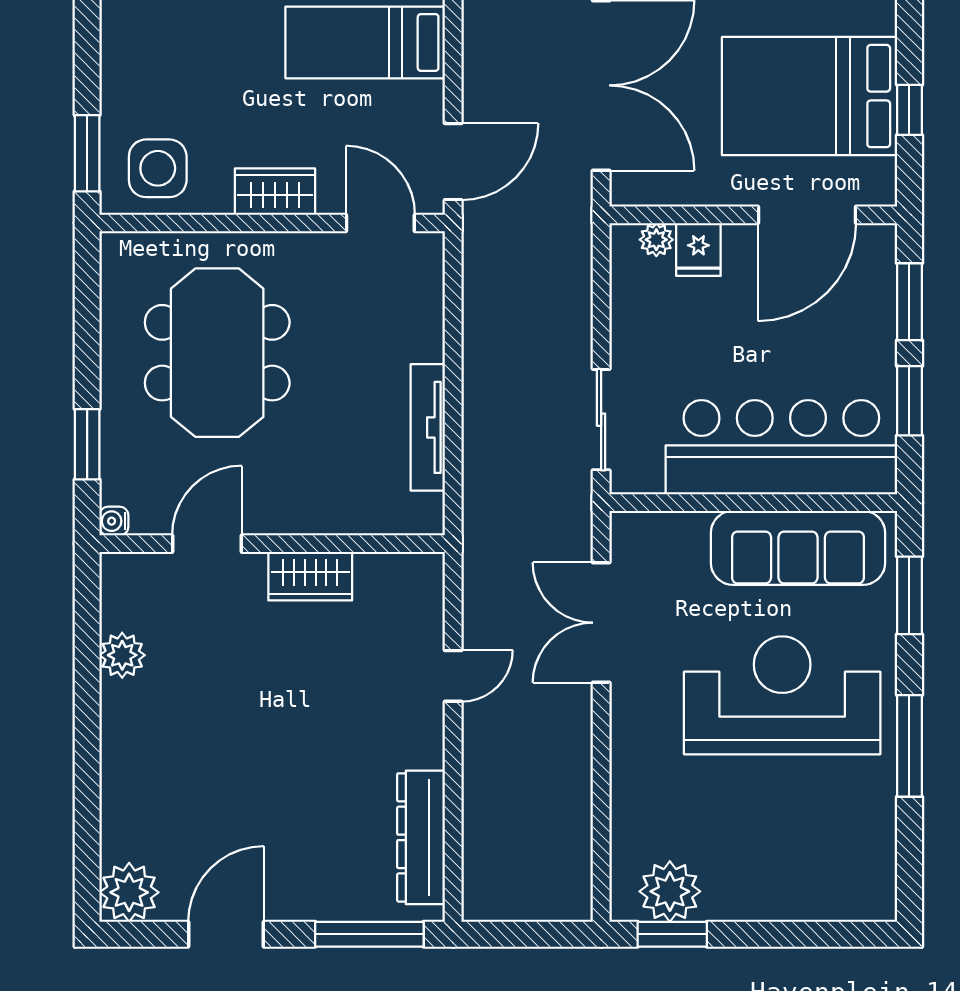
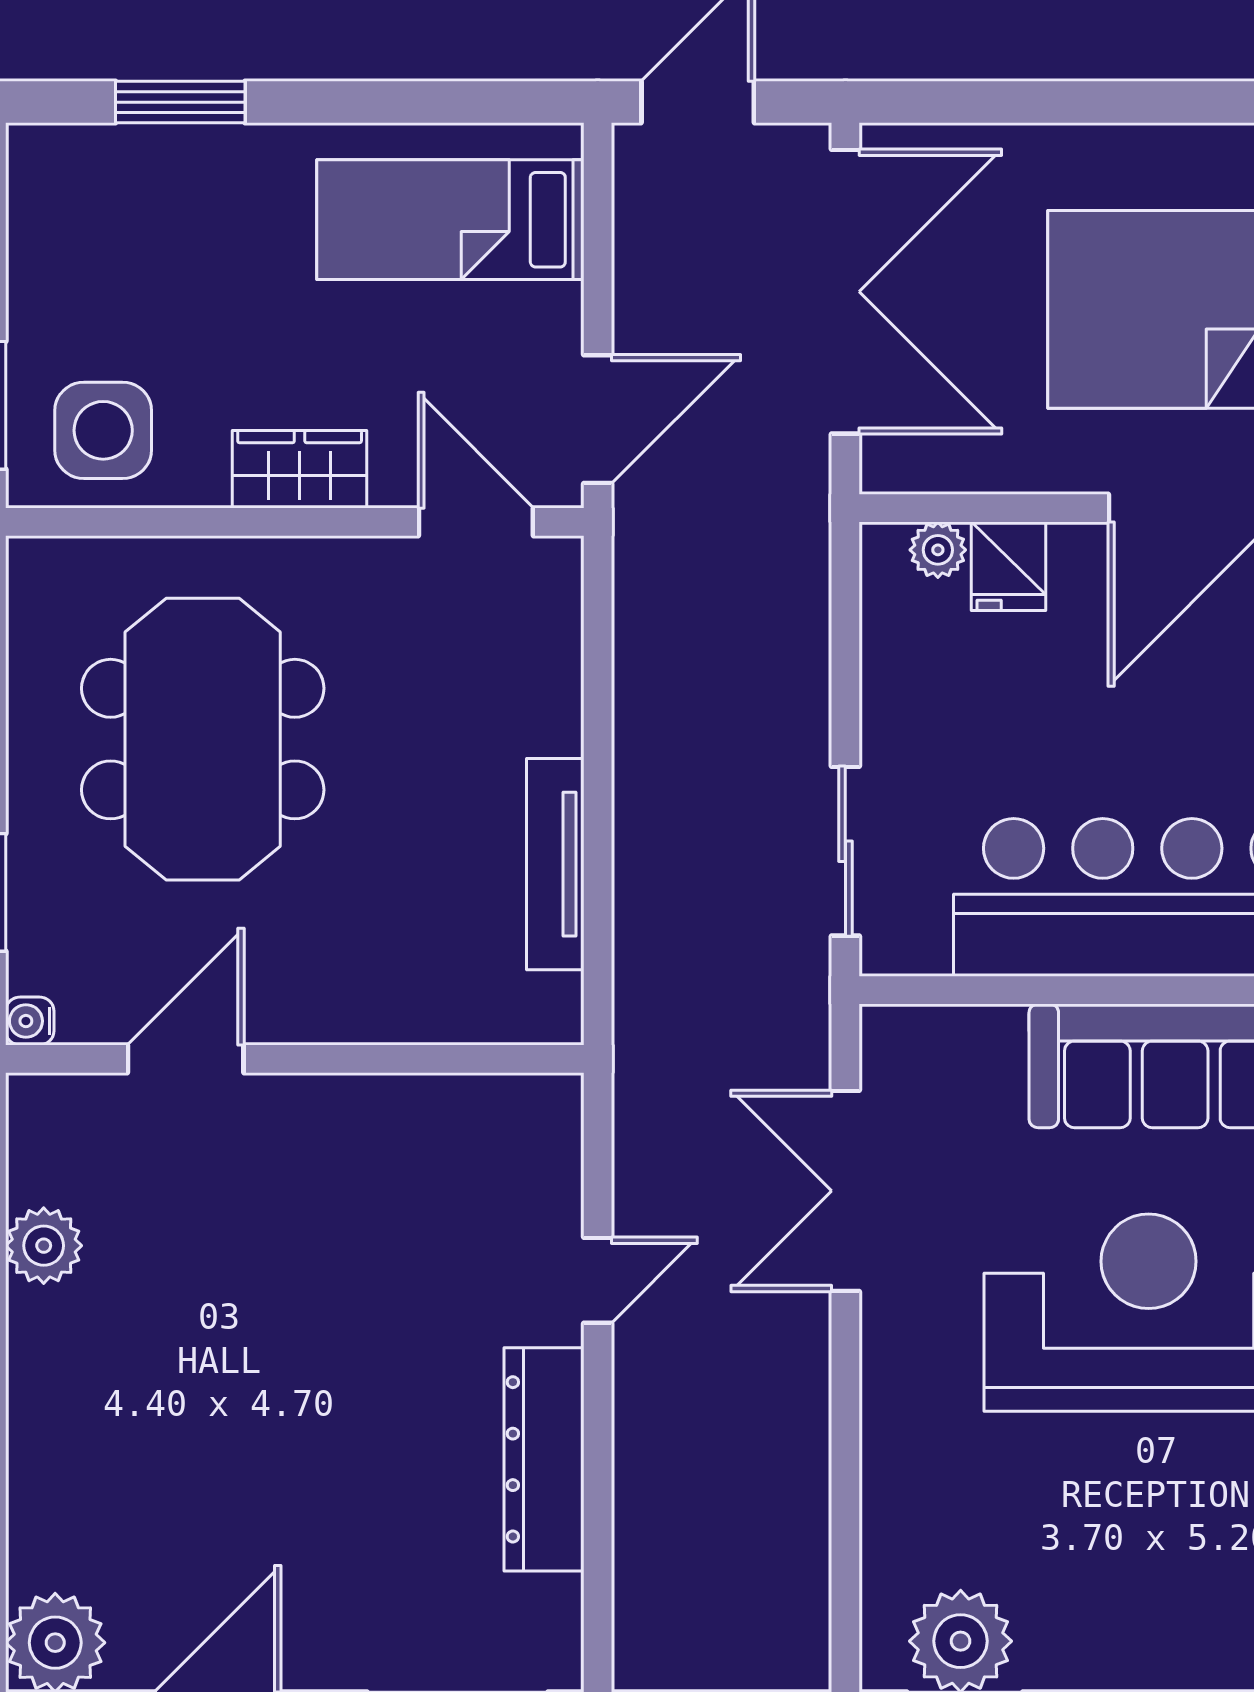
wardrobe: (310, 576) -> (358, 1113), removed
dresser: (421, 837) -> (544, 1459), moved

